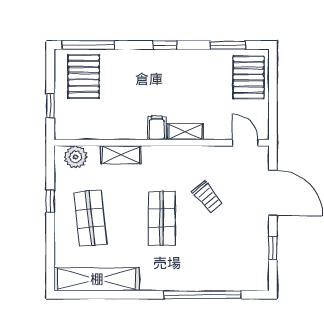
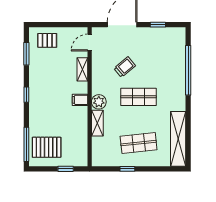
pallet: (249, 77) -> (47, 40), width x0.67, depth x0.71
shelving: (185, 132) -> (82, 69), moved
plant: (76, 157) -> (99, 102), moved

